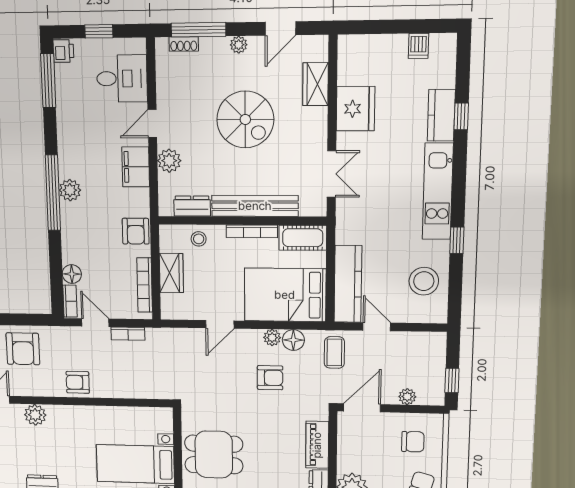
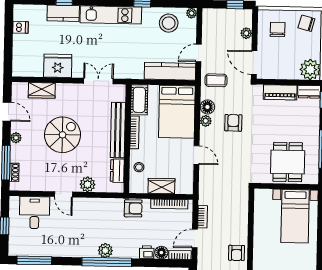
printer: (63, 51) -> (147, 252), moved
filing cabinet: (136, 167) -> (91, 206), removed
plant: (439, 316) -> (192, 13), added

